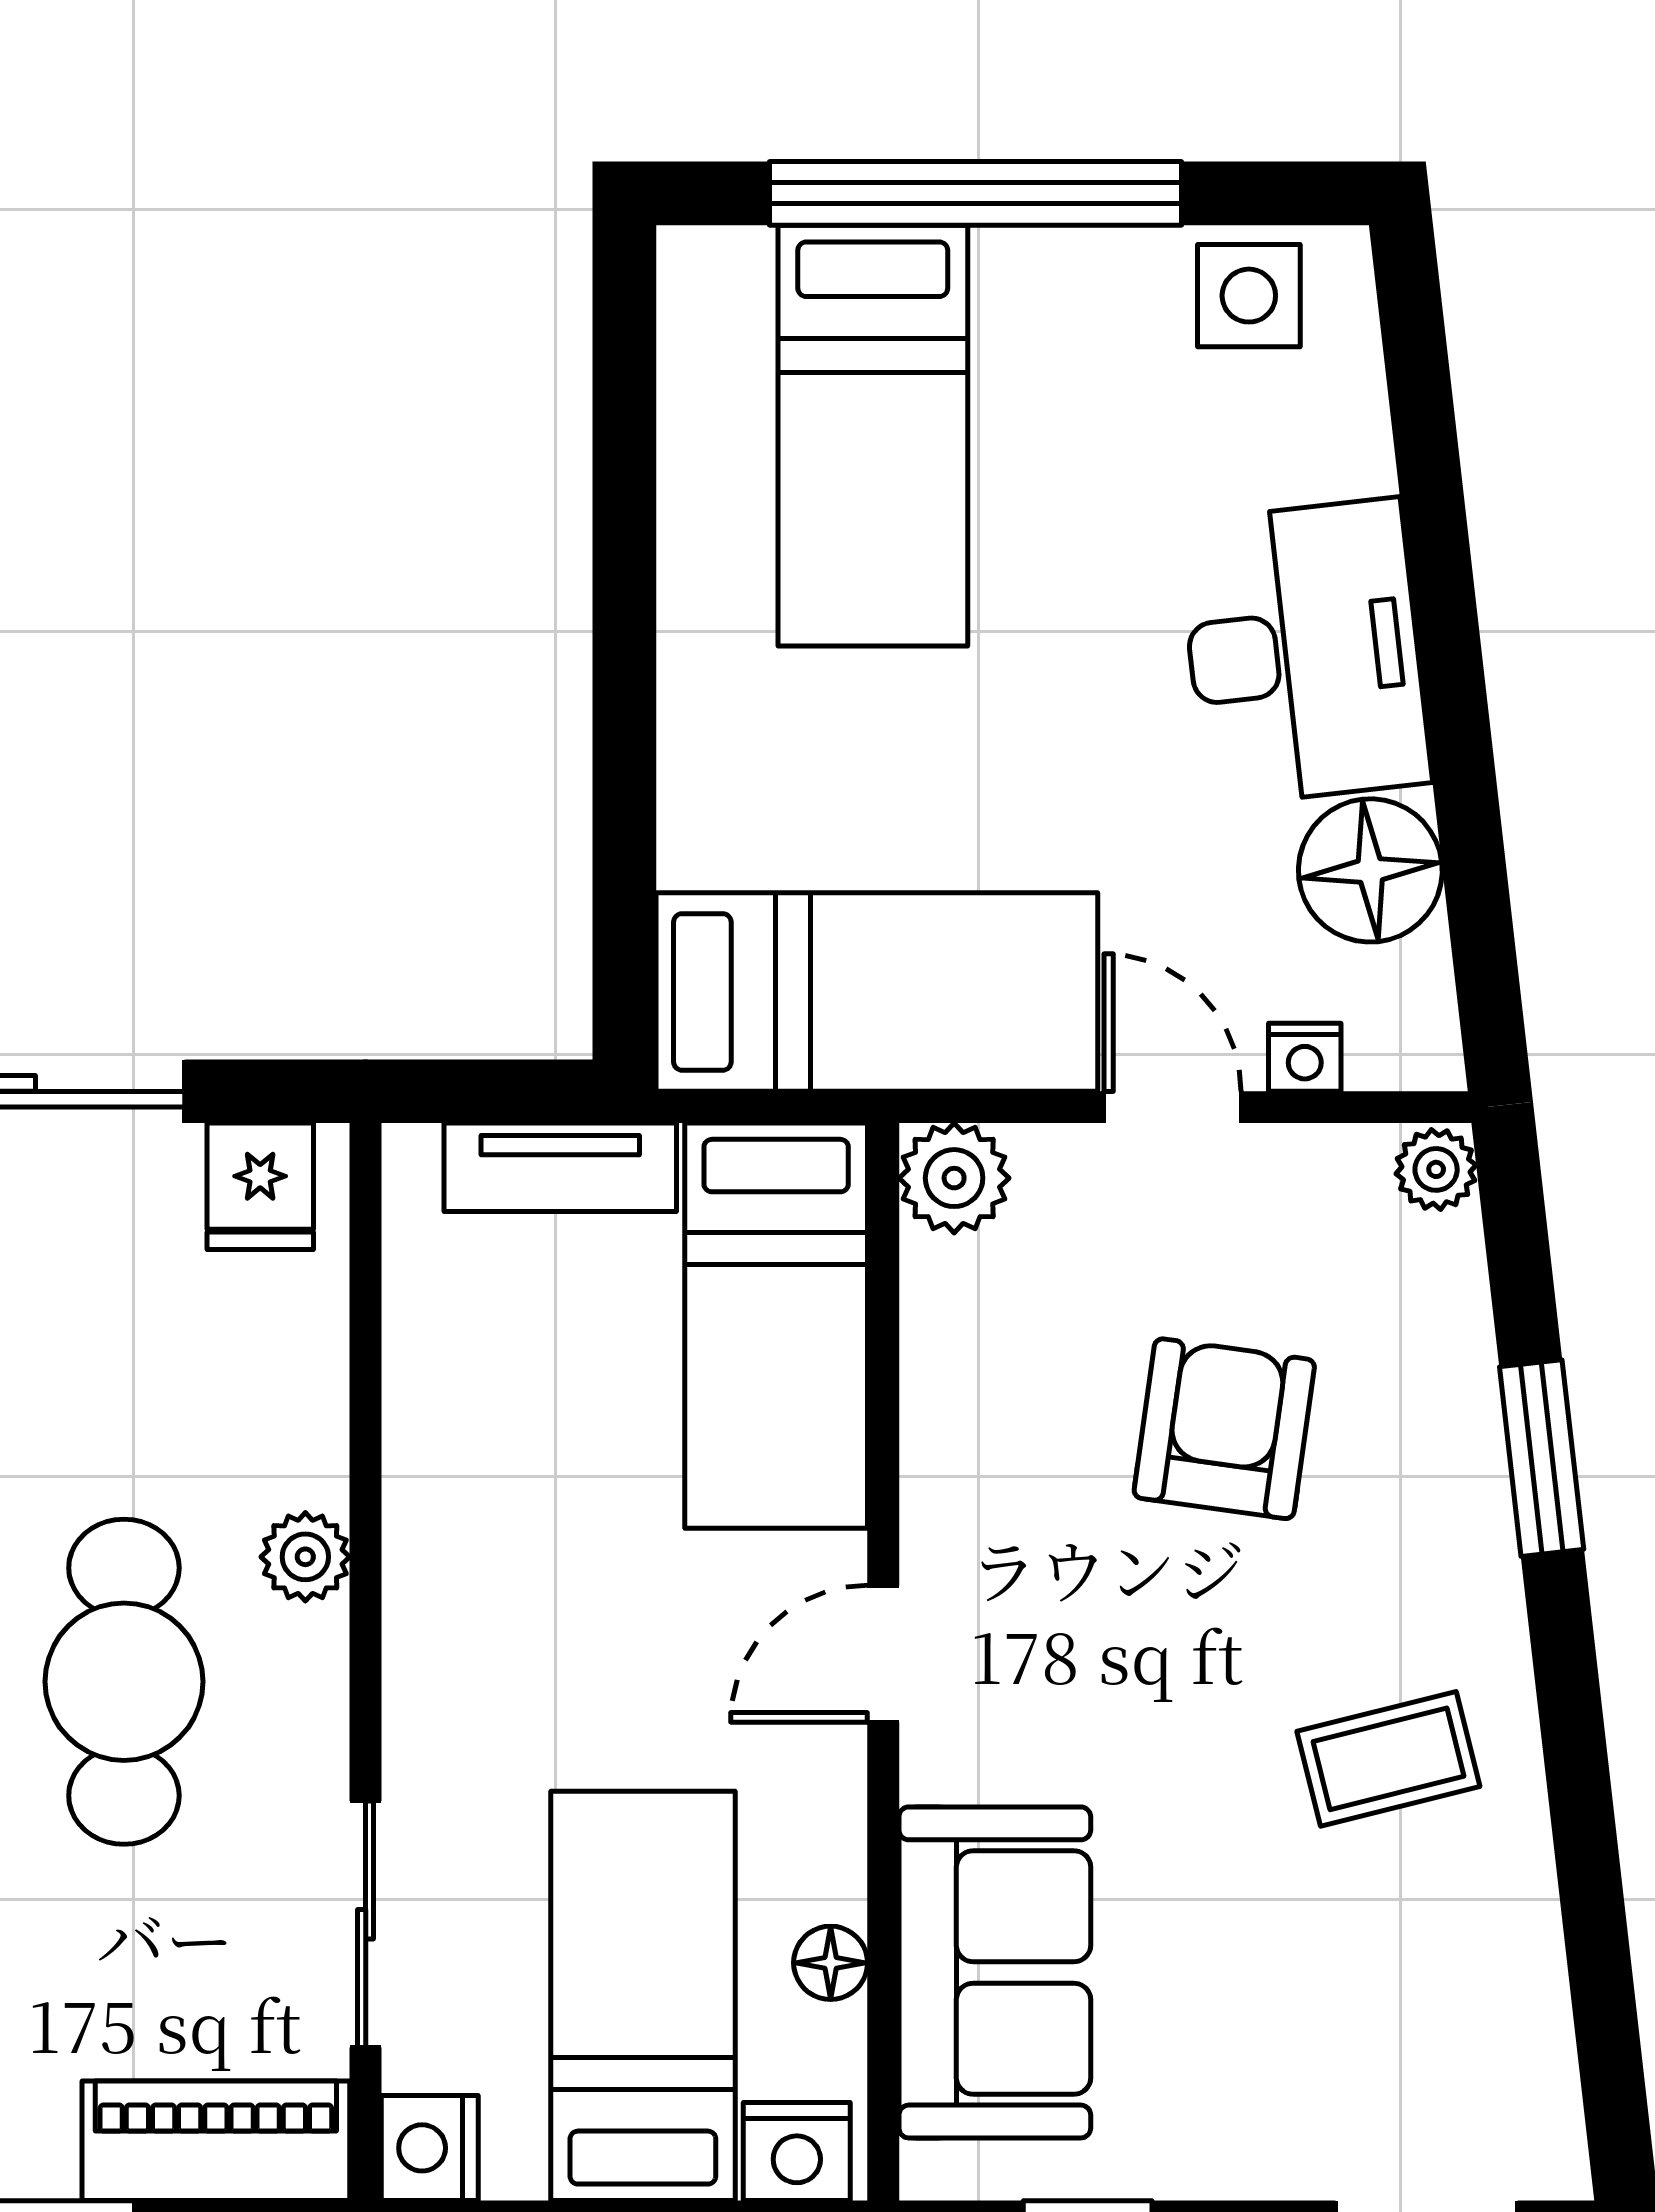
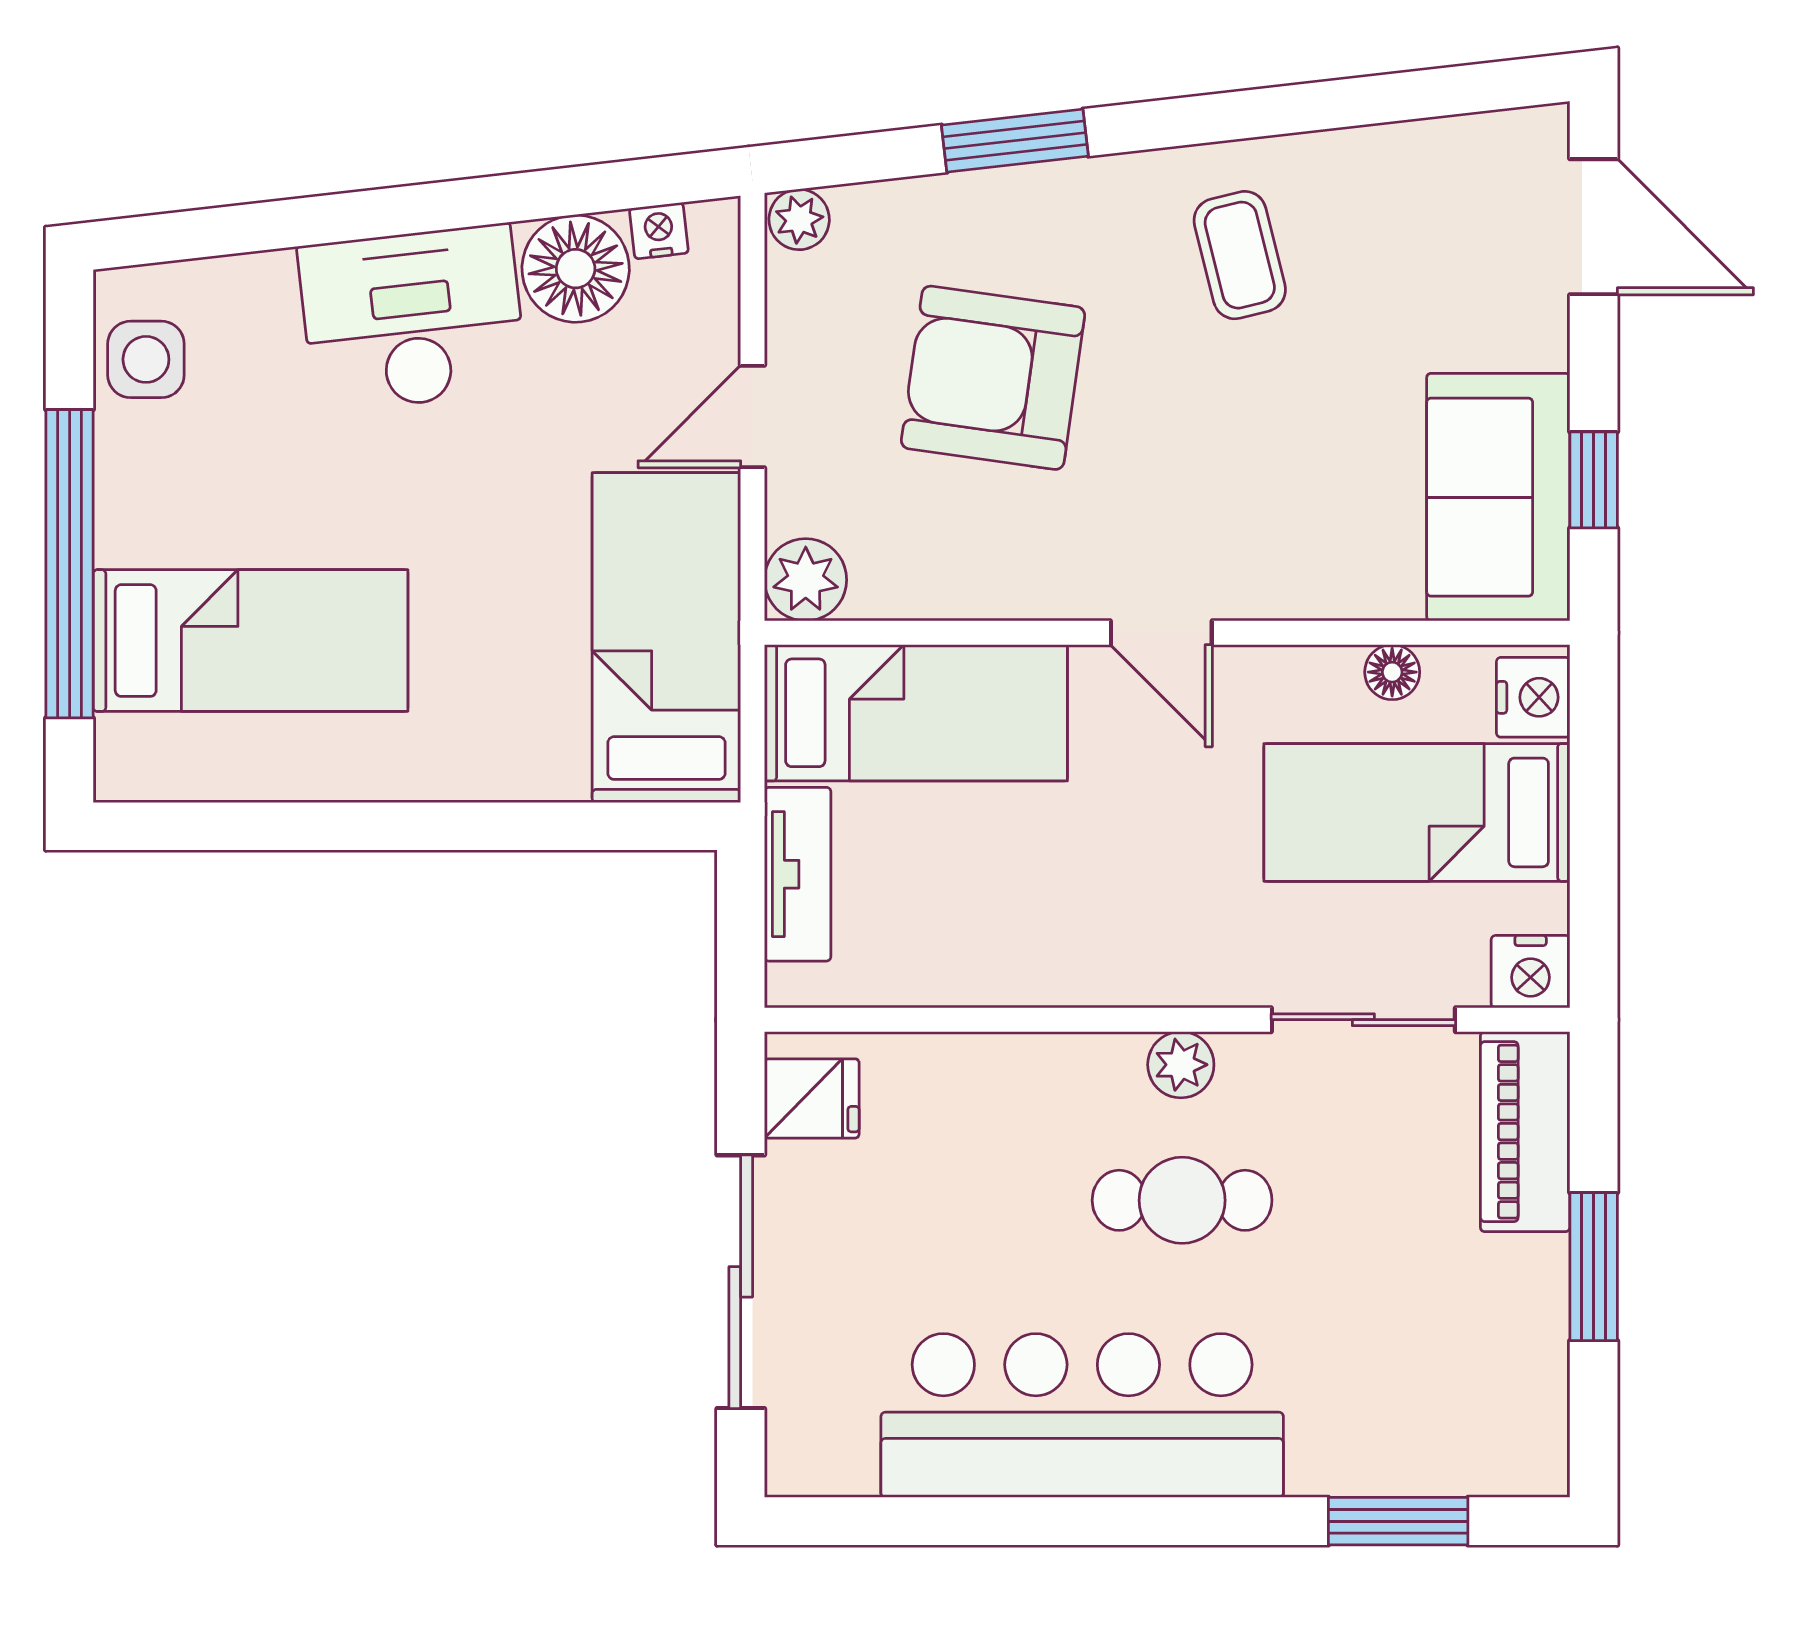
nightstand: (1305, 1057) -> (659, 231), moved, turned -97
armchair: (1224, 1429) -> (993, 378), width x1.36, depth x1.36
plant: (305, 1557) -> (1181, 1065), moved
cafe table: (124, 1682) -> (1182, 1200), width x0.73, depth x0.74
sofa: (995, 1972) -> (1498, 497), moved, turned -90

